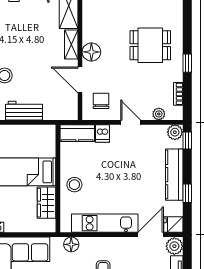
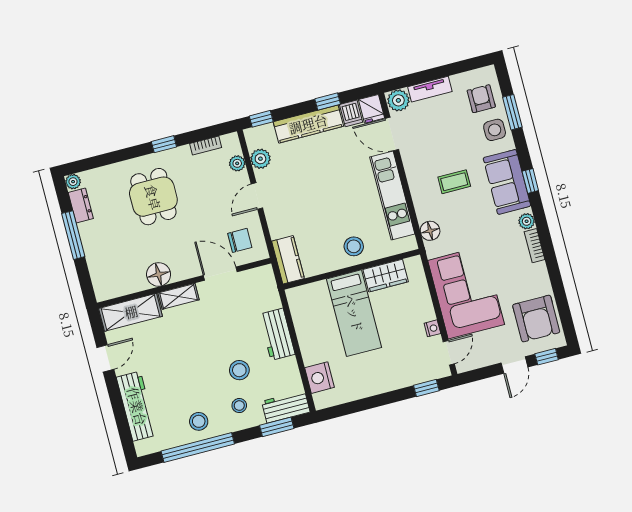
floor lamp: (91, 52) -> (159, 274), moved
door: (80, 80) -> (220, 274), swing flipped
chair: (101, 101) -> (240, 240), turned 180
plant: (175, 132) -> (260, 159), moved
dishwasher: (102, 133) -> (351, 113), moved, turned 90

